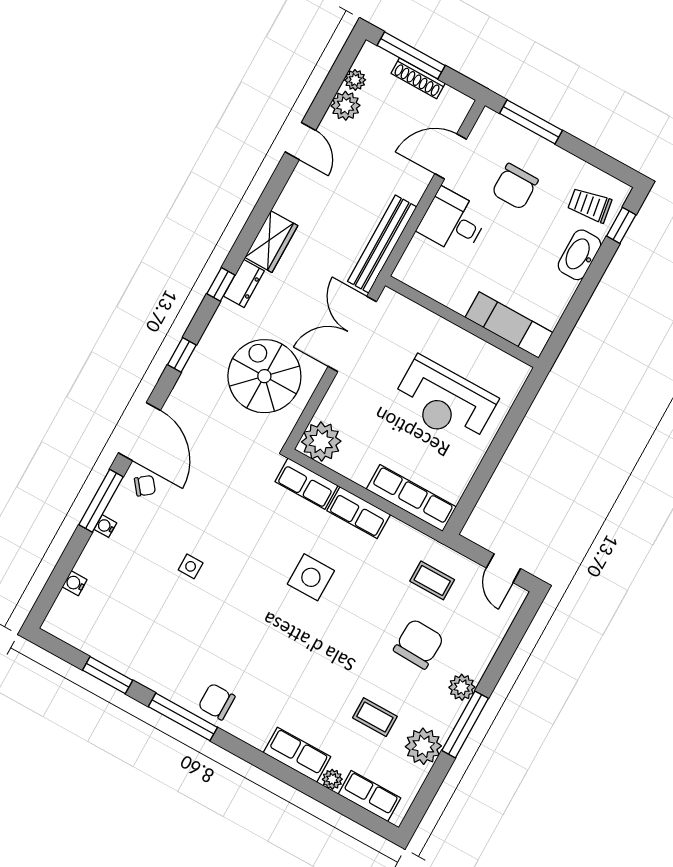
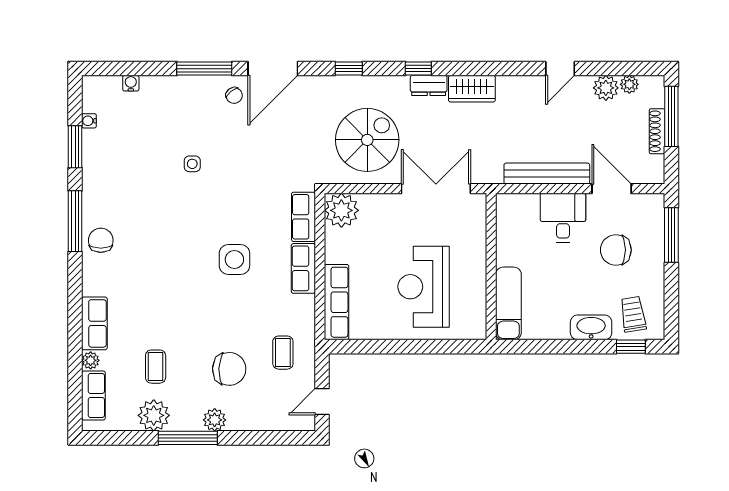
bench: (382, 244) -> (547, 174), moved
water cooler: (105, 526) -> (89, 121), moved, turned -90

